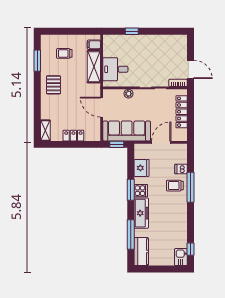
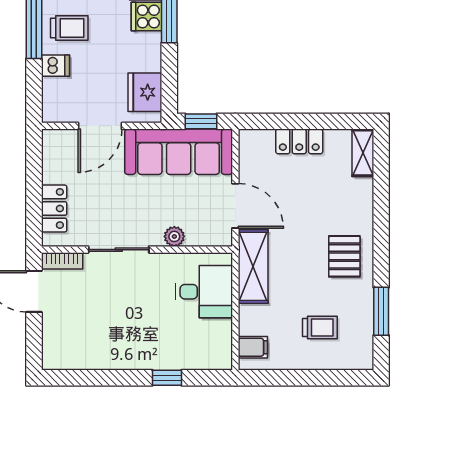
shelving: (94, 67) -> (253, 266), moved
locker: (182, 112) -> (54, 208), width x0.66
fridge: (141, 168) -> (145, 92), moved

